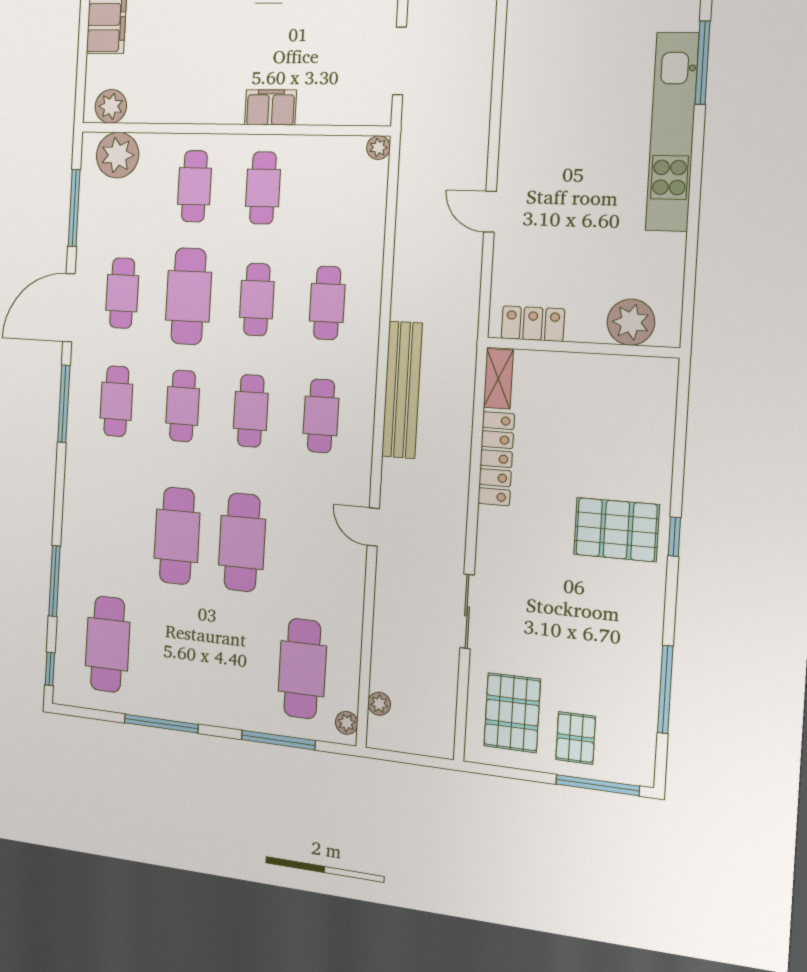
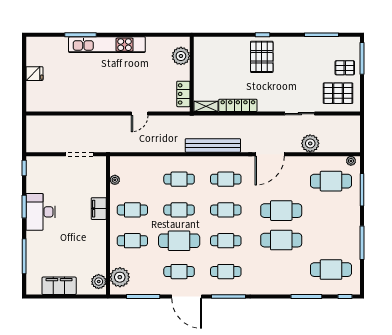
plant: (378, 148) -> (115, 180), moved
door: (373, 527) -> (270, 154), width x1.87
plant: (379, 704) -> (310, 143), moved, width x1.87, depth x1.87

